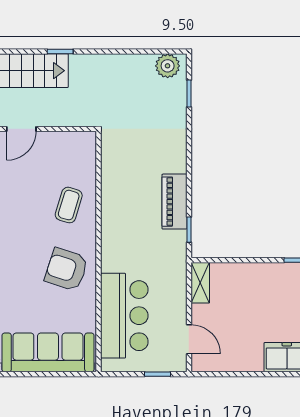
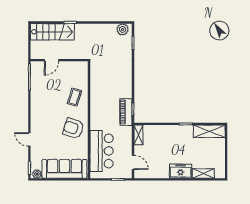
piano: (174, 202) -> (126, 112), moved

